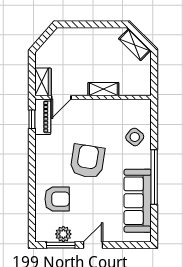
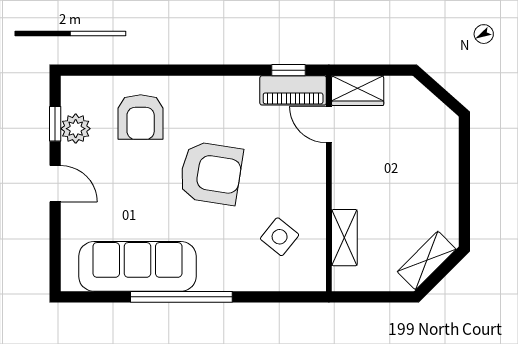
shelving: (103, 89) -> (344, 238), moved
side table: (135, 137) -> (280, 237), moved
window: (61, 245) -> (55, 124), width x0.67

